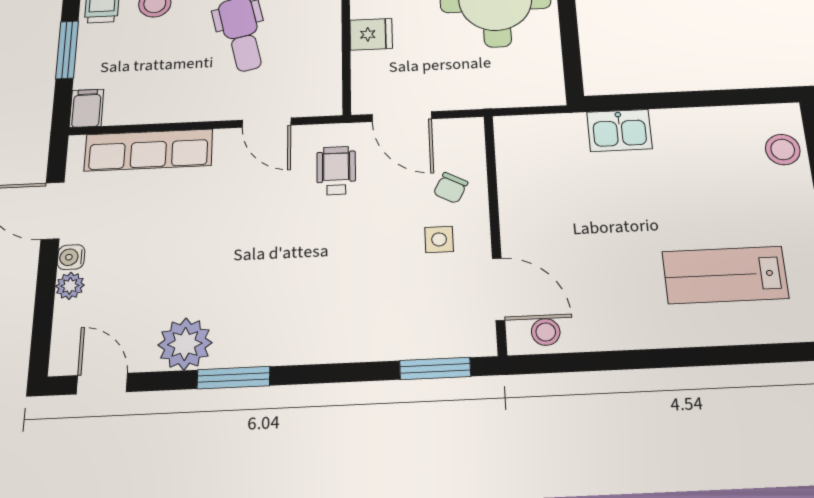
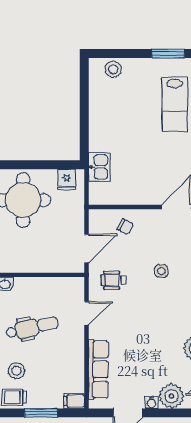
fridge: (371, 34) -> (67, 179), moved, turned 180
kitchen sink: (619, 130) -> (99, 167), moved
side table: (439, 239) -> (161, 271), moved
plant: (70, 286) -> (171, 396), width x1.88, depth x1.88

